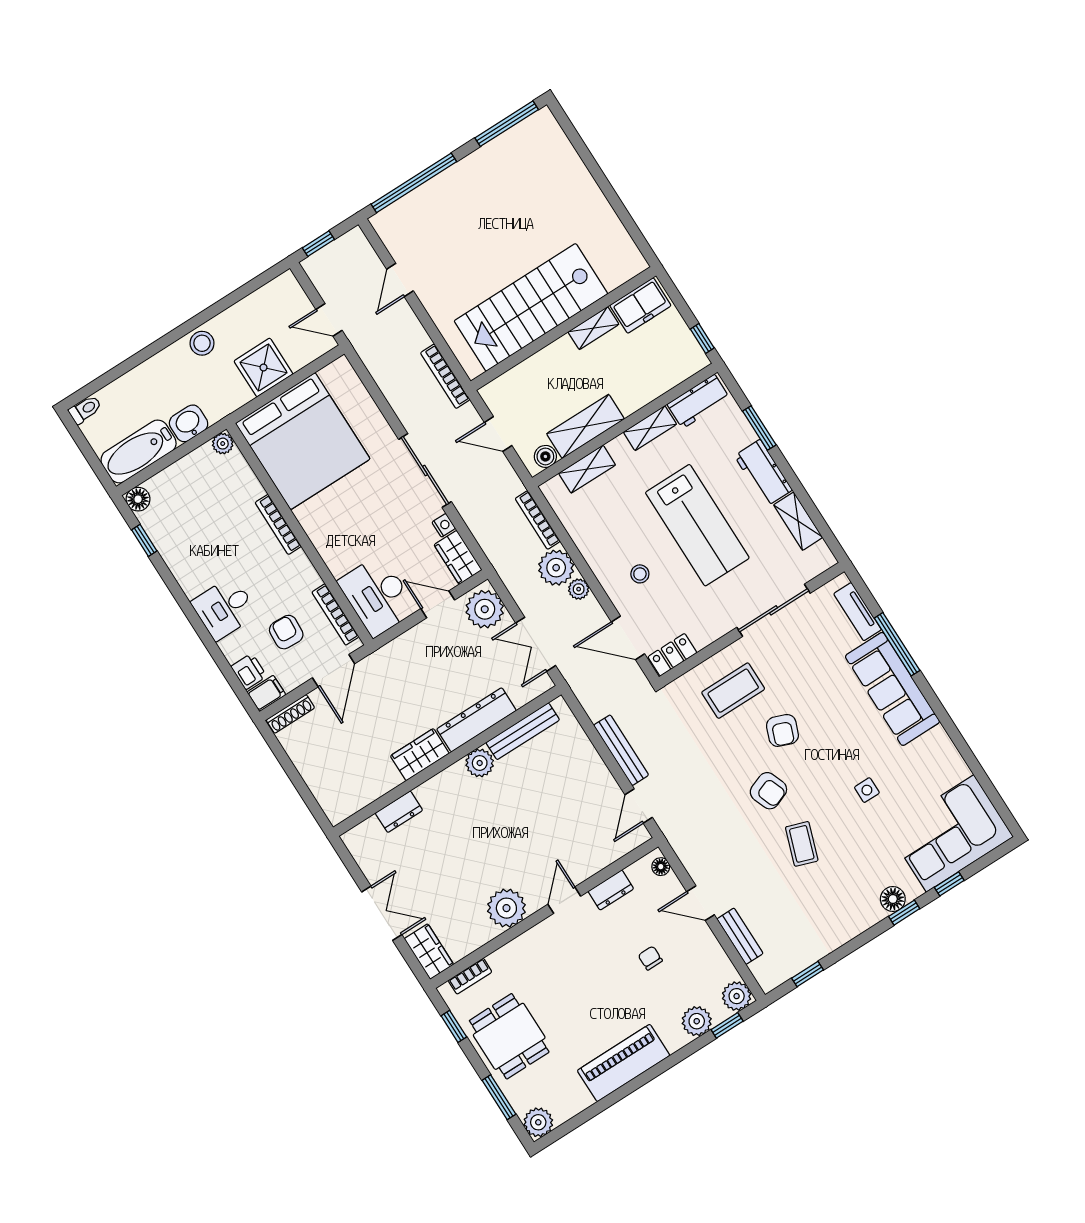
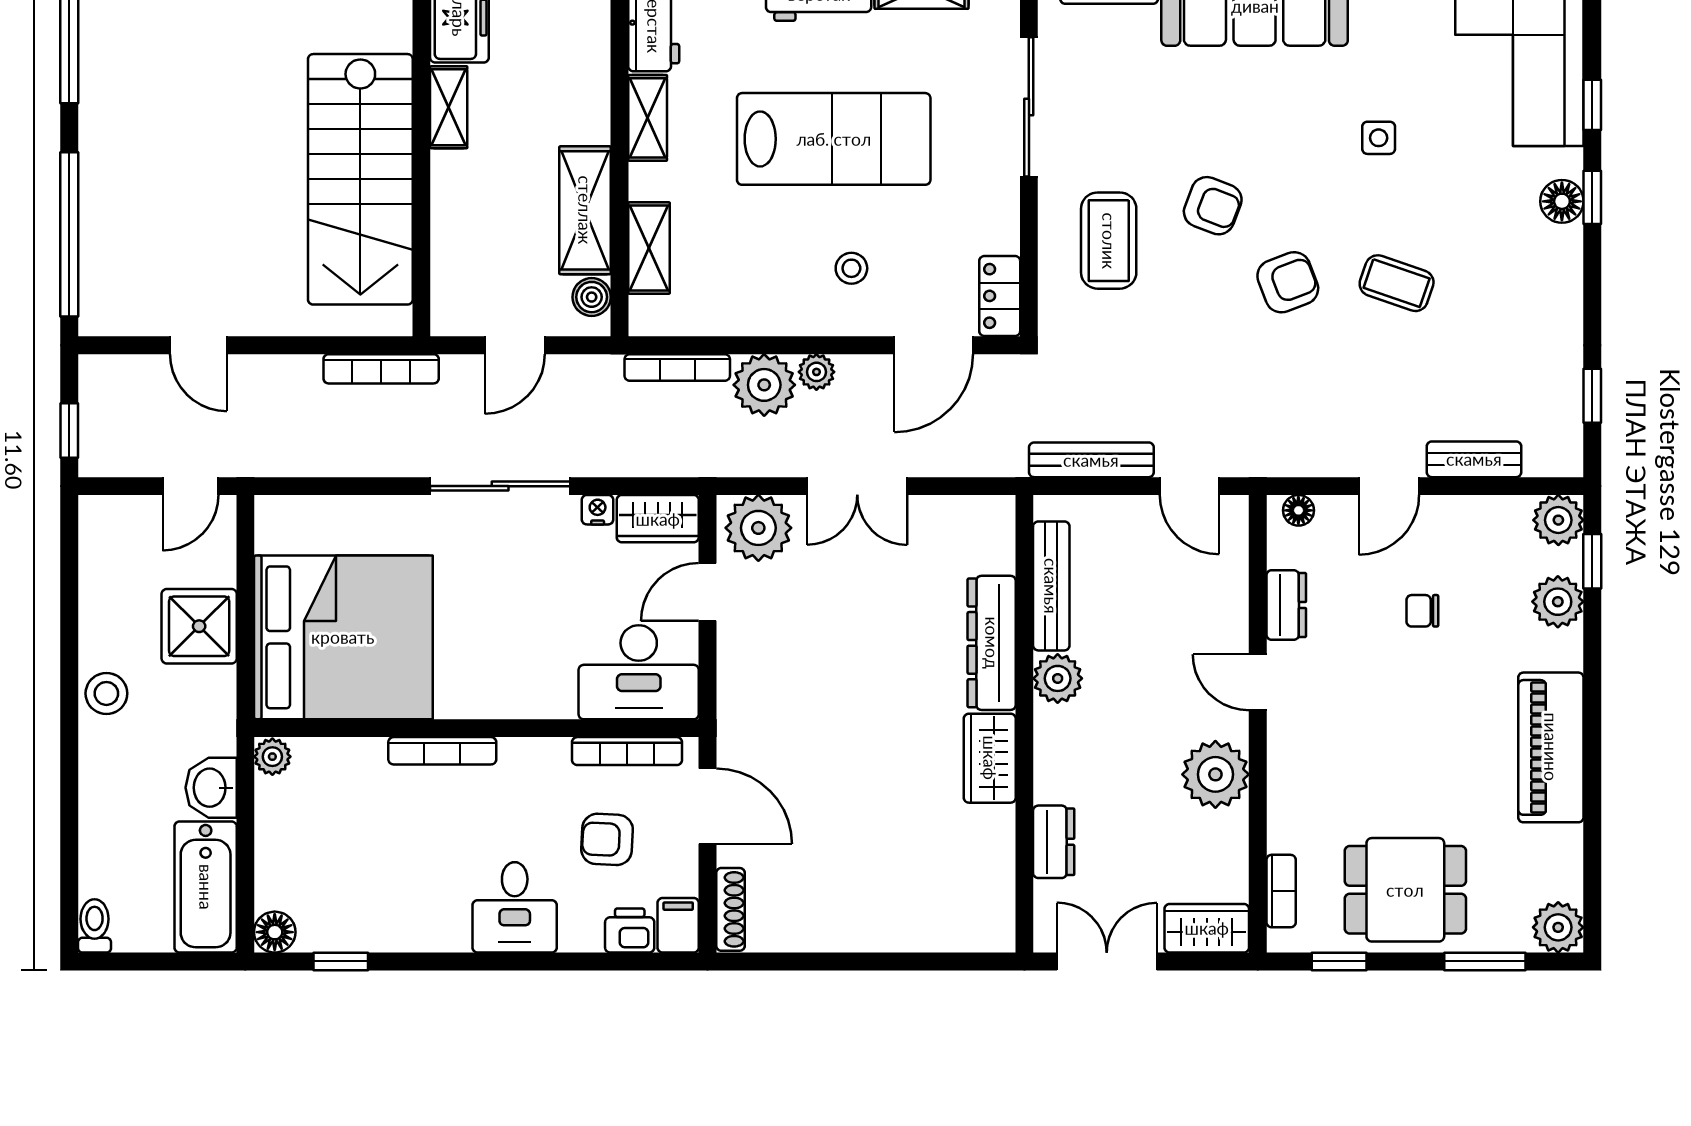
dresser: (477, 720) -> (992, 643), moved
bench: (523, 731) -> (1051, 586), moved
wardrobe: (420, 755) -> (990, 758), moved
wall: (447, 761) -> (1024, 724), moved
plant: (480, 763) -> (1058, 678), moved
dresser: (399, 812) -> (1054, 842), moved

